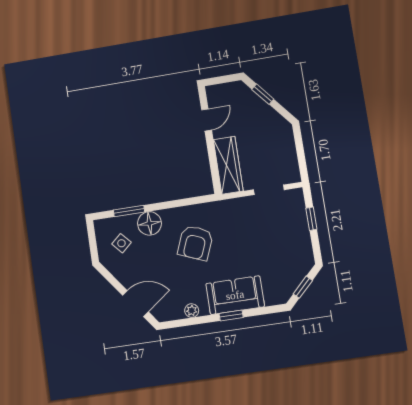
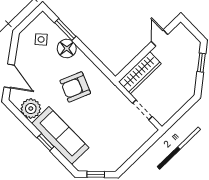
door: (207, 120) -> (159, 38), swing flipped
window: (311, 219) -> (143, 150), removed
sofa: (235, 295) -> (60, 136), width x1.36
plant: (192, 311) -> (31, 109), width x1.88, depth x1.88

